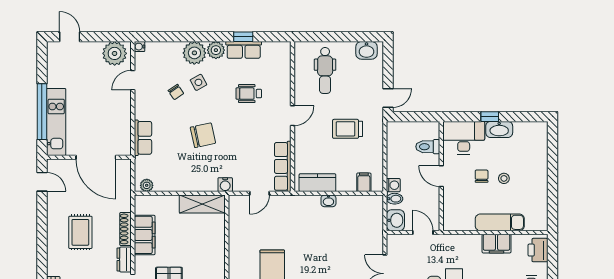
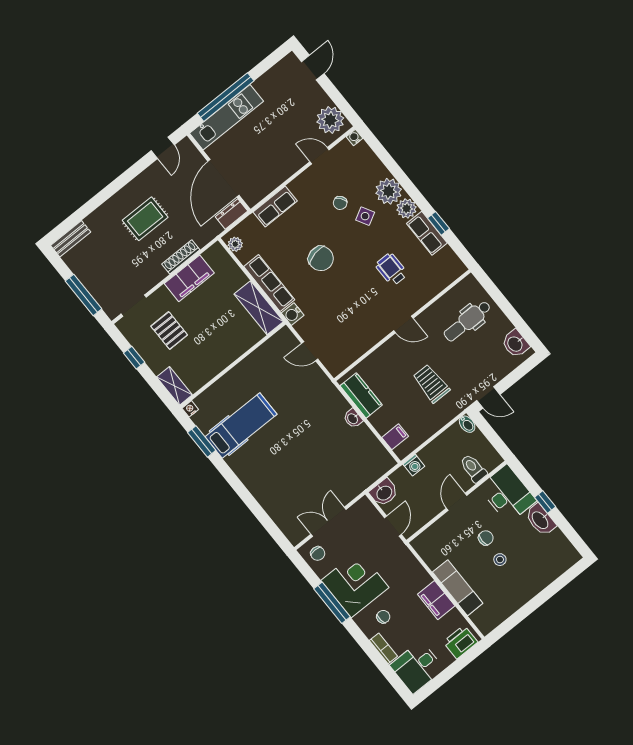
row of seats: (283, 166) -> (269, 283), moved, turned 90
bidet: (395, 199) -> (467, 424), moved
dresser: (124, 259) -> (231, 214), moved

